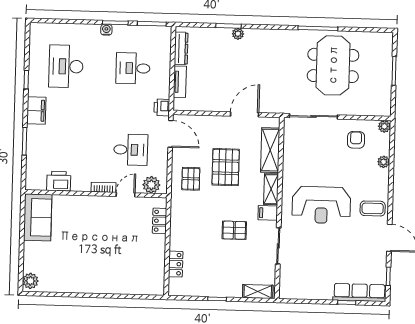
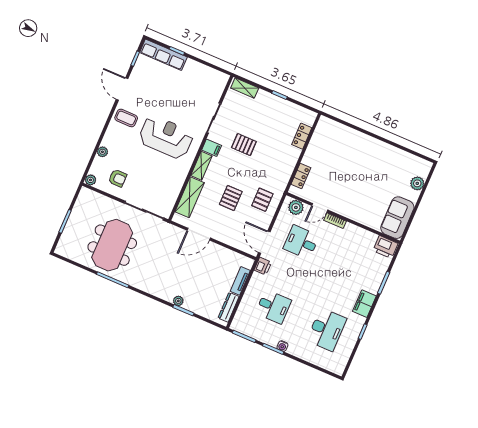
armchair: (356, 140) -> (118, 178), turned -90
pallet: (226, 167) -> (231, 198), width x0.67, depth x0.71
printer: (59, 181) -> (385, 247), moved
plant: (30, 281) -> (417, 183), moved

